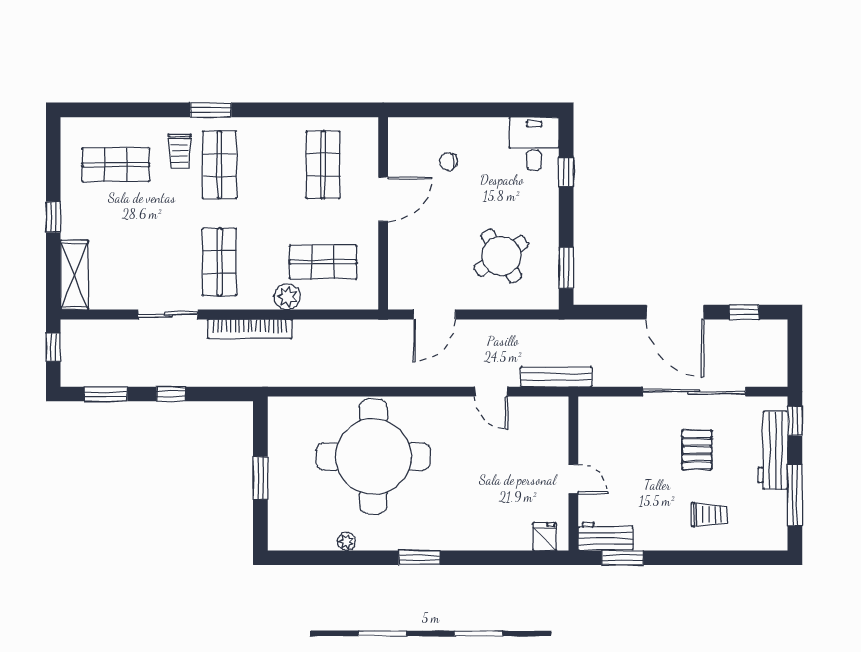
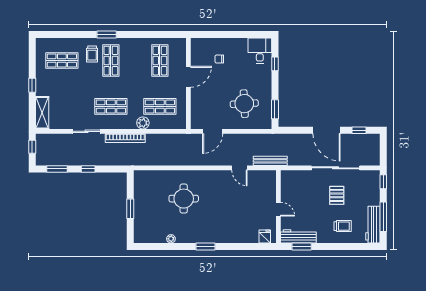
round table: (501, 256) -> (244, 104), turned 30
shop shelf: (219, 262) -> (111, 106), turned 90
workbench: (773, 450) -> (373, 225), moved
round table: (373, 457) -> (184, 199), width x0.54, depth x0.54
workbench: (606, 536) -> (298, 236), width x1.38

